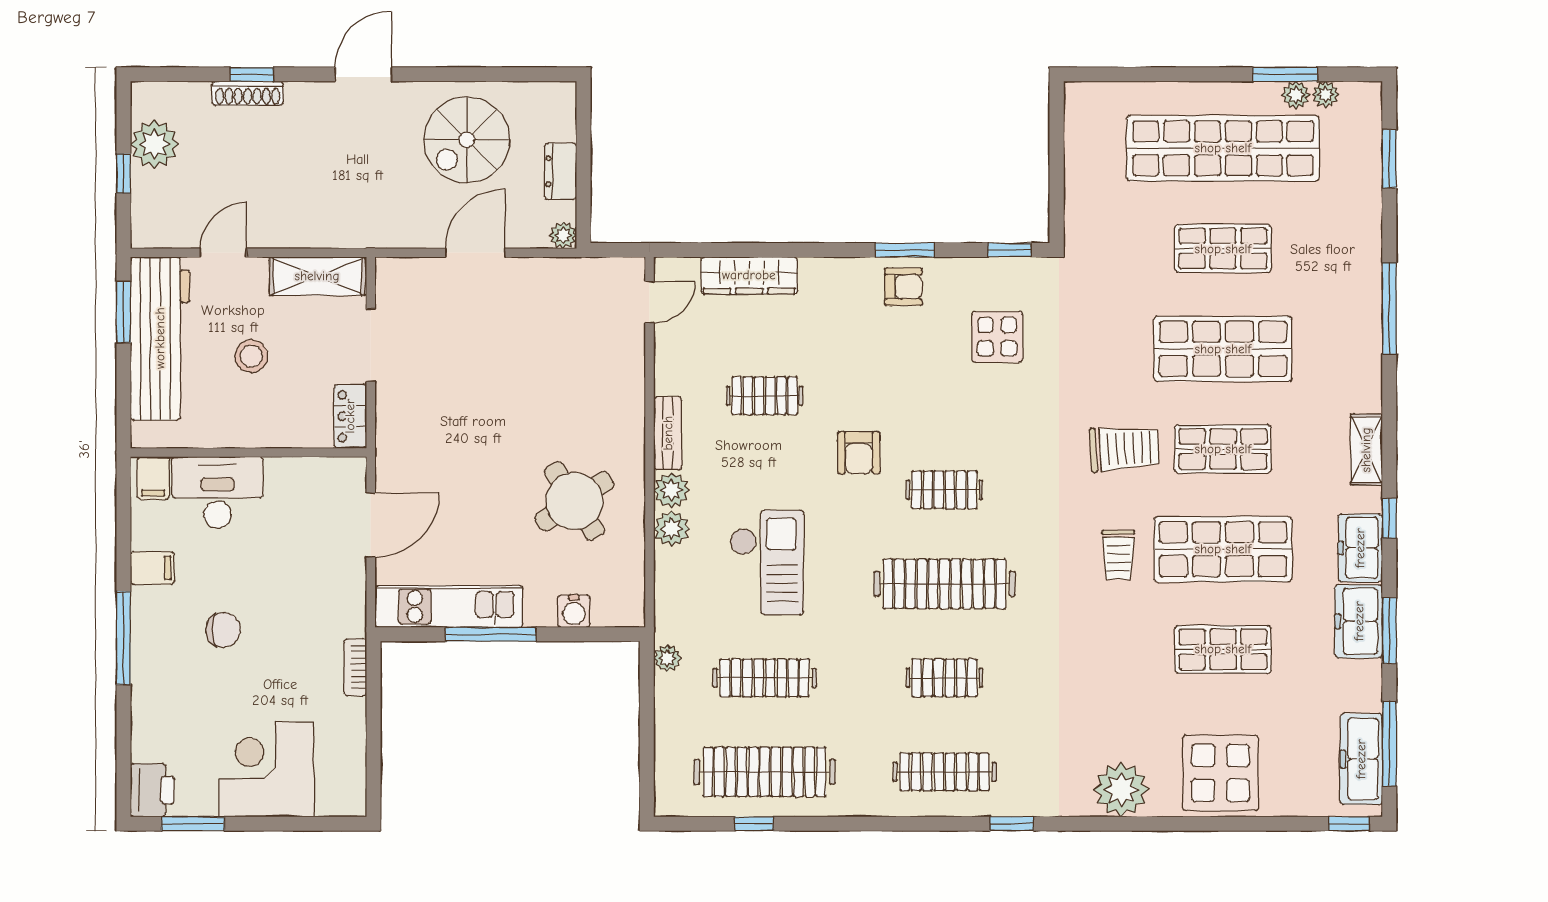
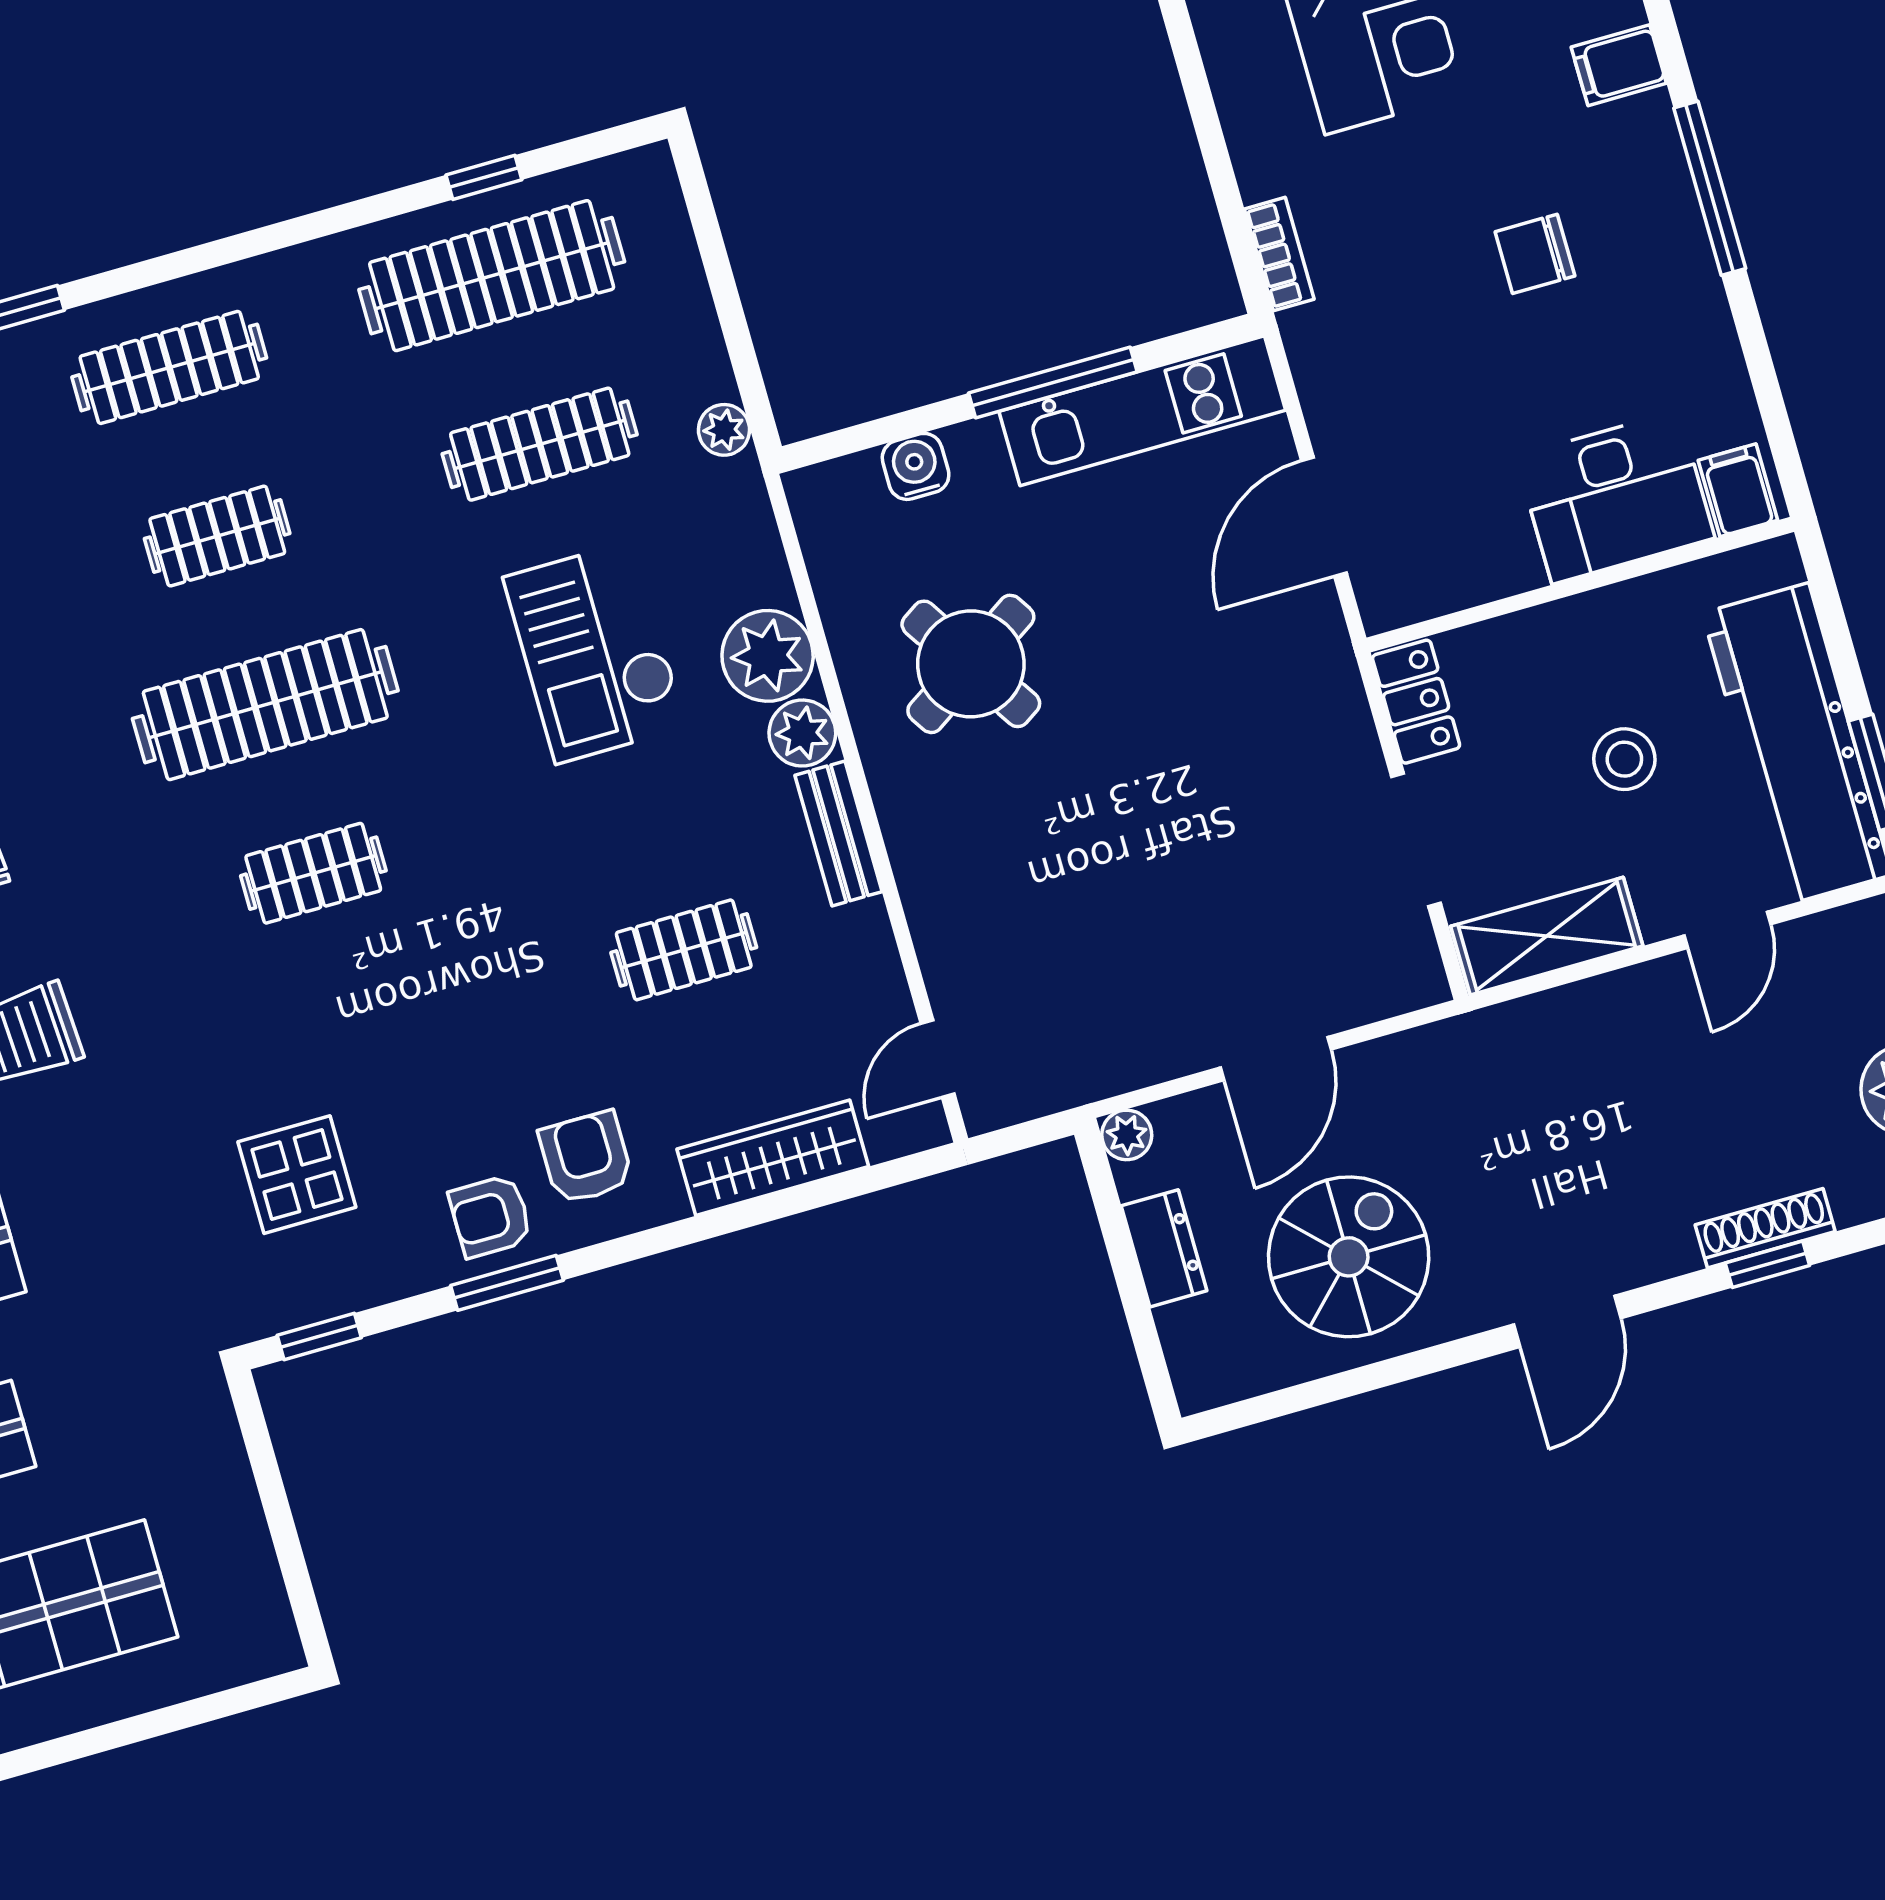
armchair: (859, 453) -> (586, 1158), moved
plant: (672, 529) -> (768, 656), width x1.36, depth x1.36
filing cabinet: (152, 568) -> (1619, 65), moved

